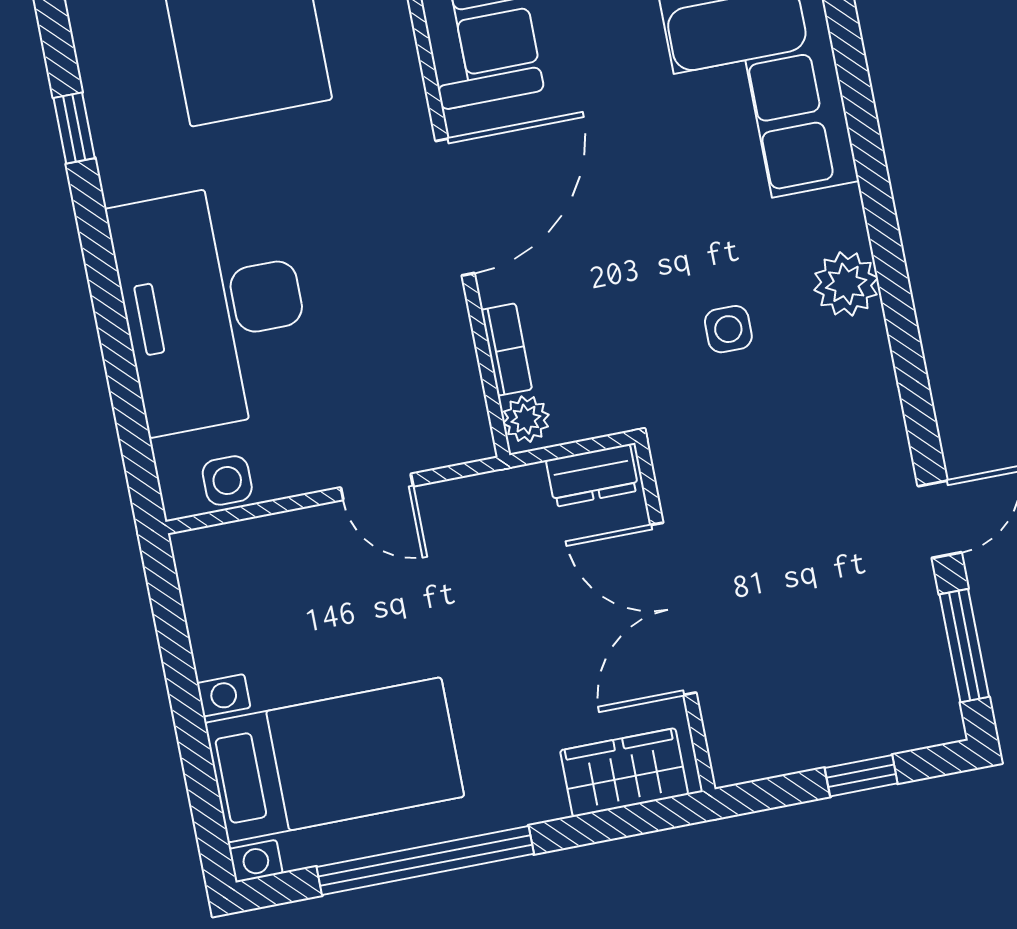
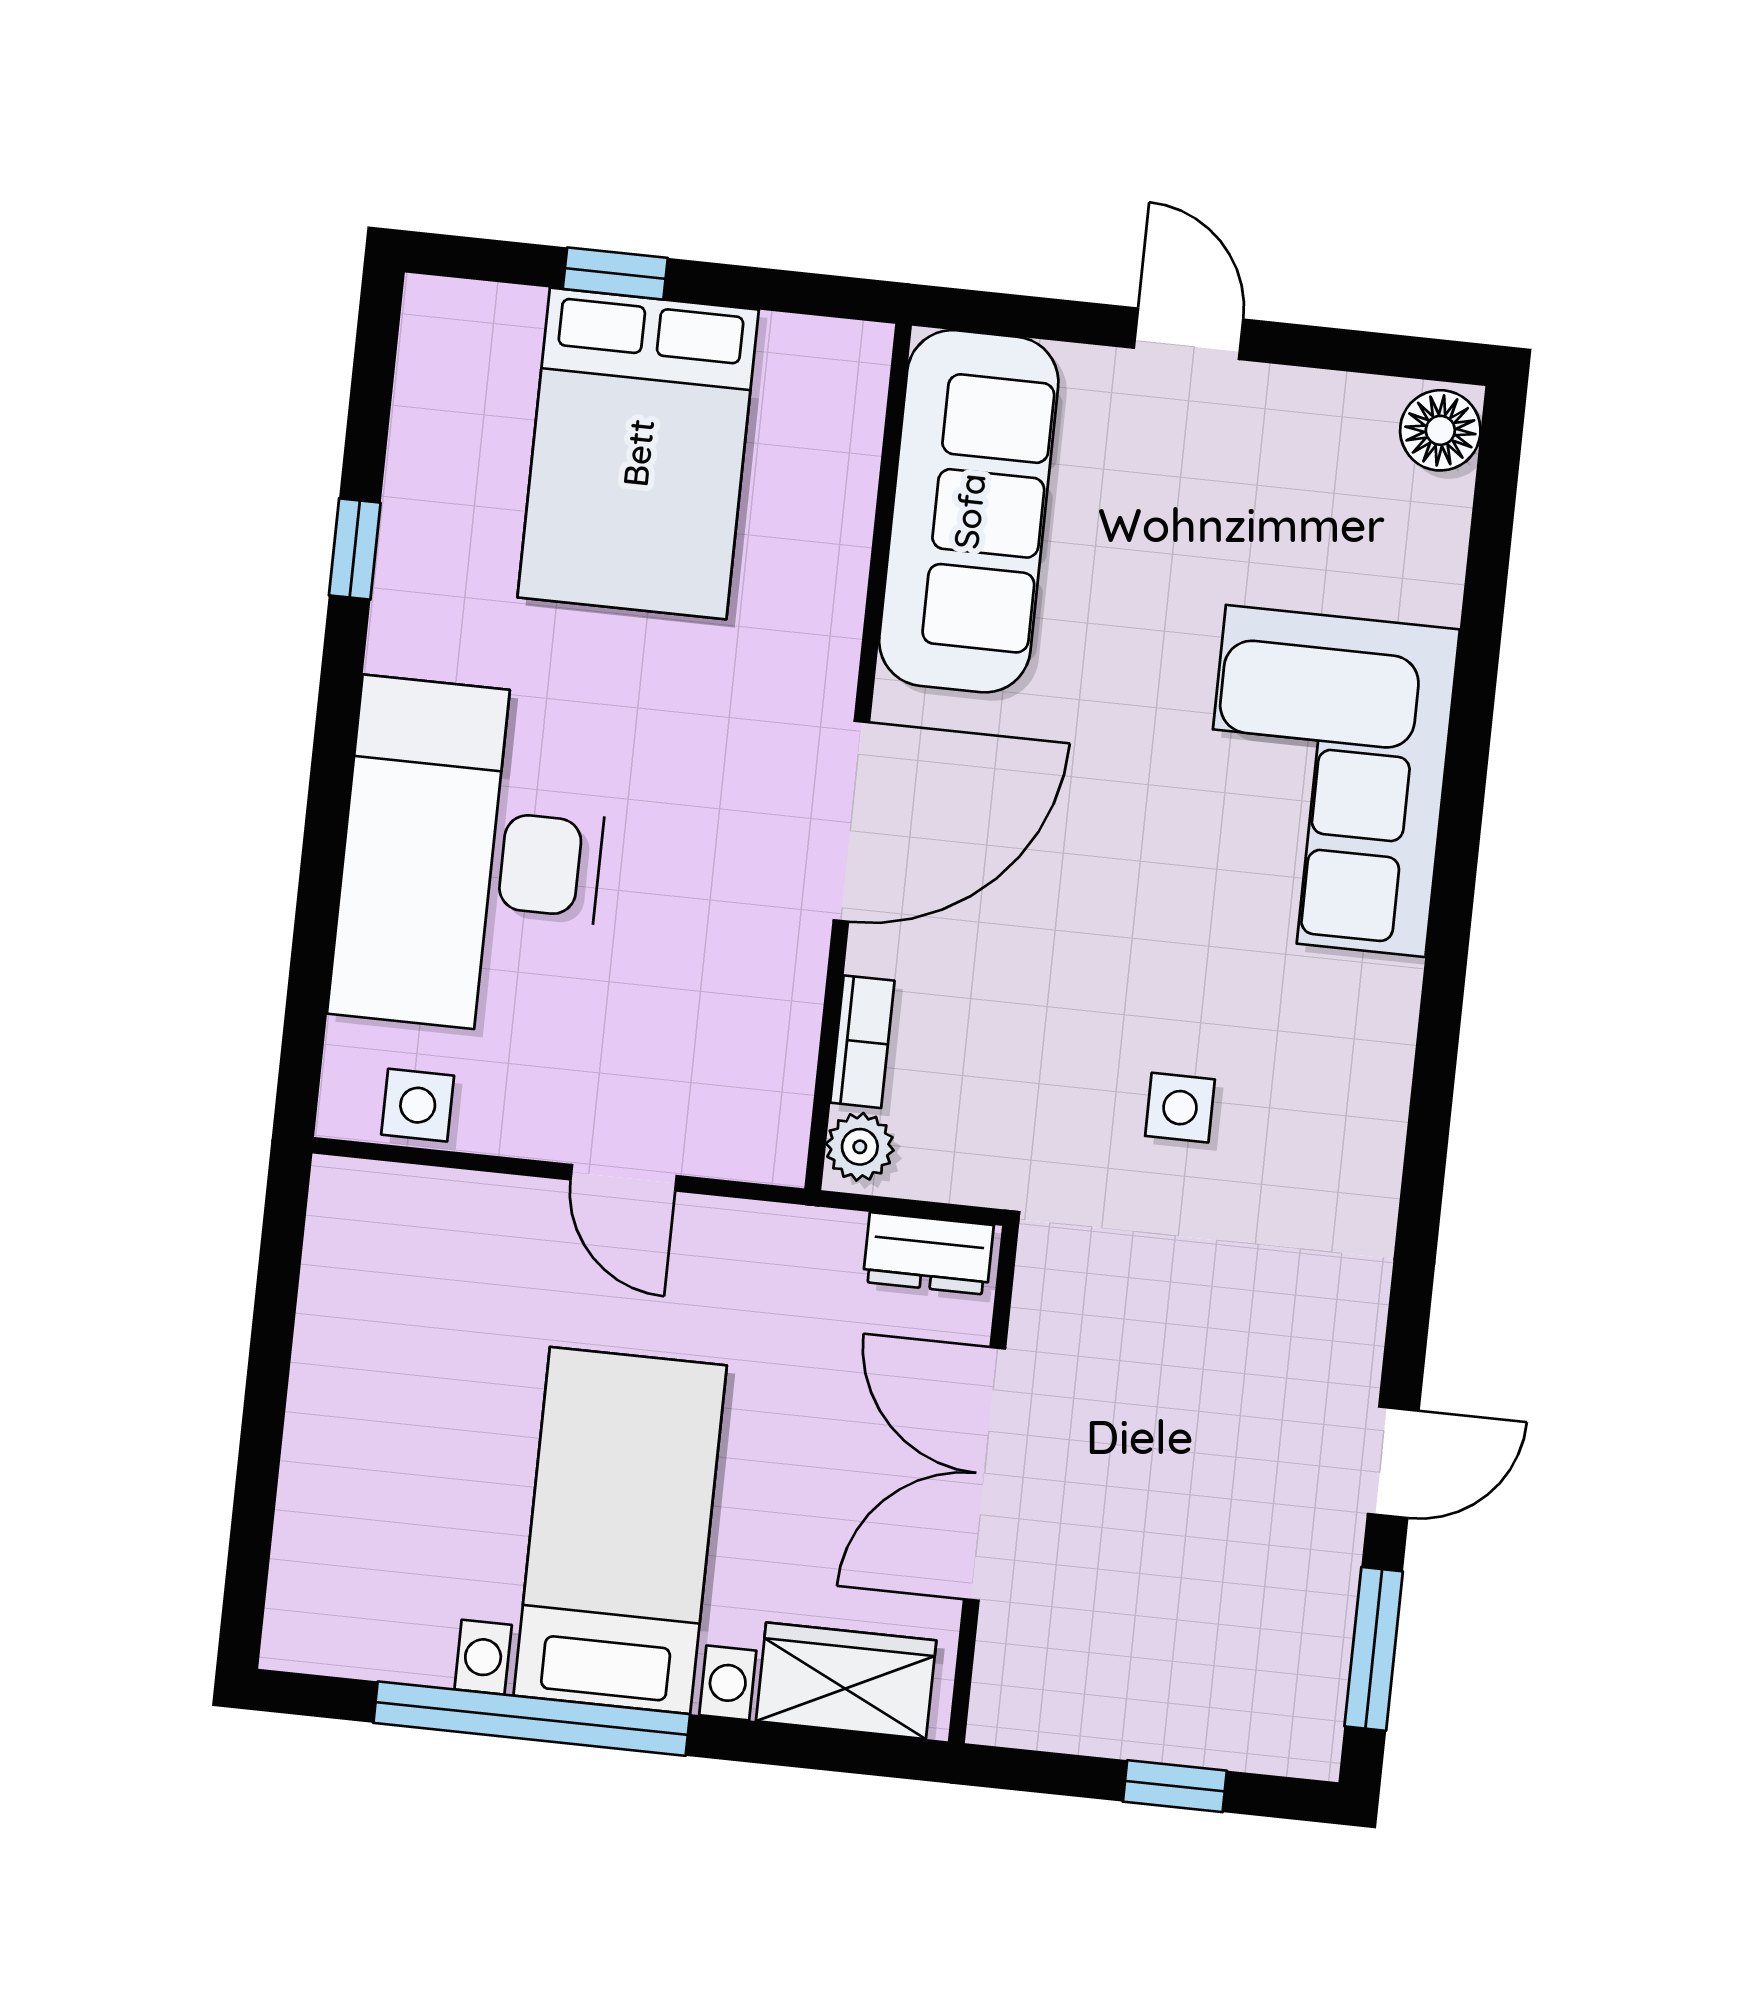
plant: (846, 284) -> (1363, 1095), removed
bed with nightstands: (334, 760) -> (620, 1530), moved, turned -90

